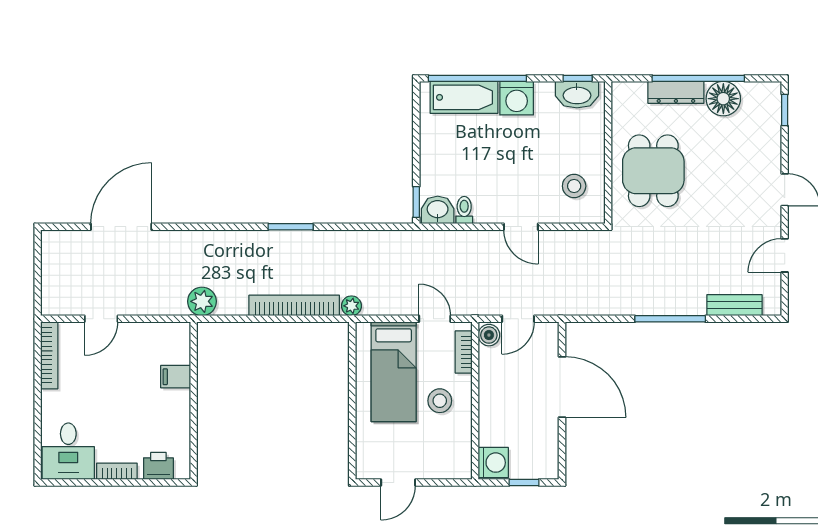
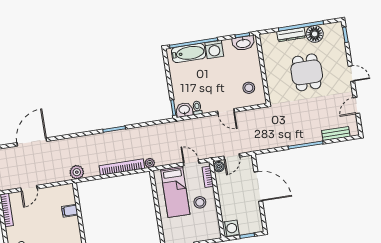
dining table: (653, 171) -> (307, 72), moved

